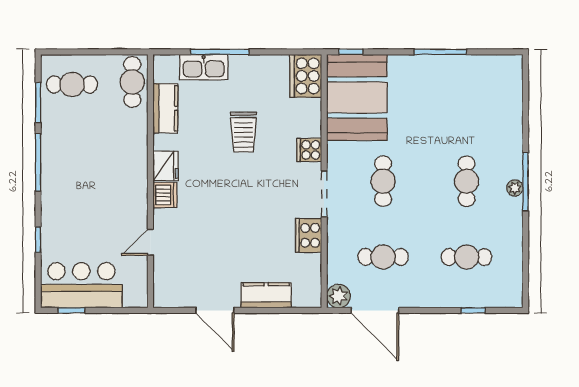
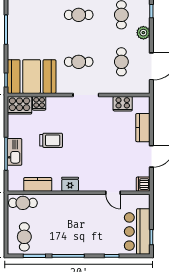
kitchen sink: (204, 67) -> (15, 152), moved
cooker: (309, 150) -> (39, 103), moved
dishwasher: (165, 195) -> (143, 184), moved, turned -90
cooker: (309, 235) -> (123, 104), moved
plant: (338, 296) -> (143, 33), moved

